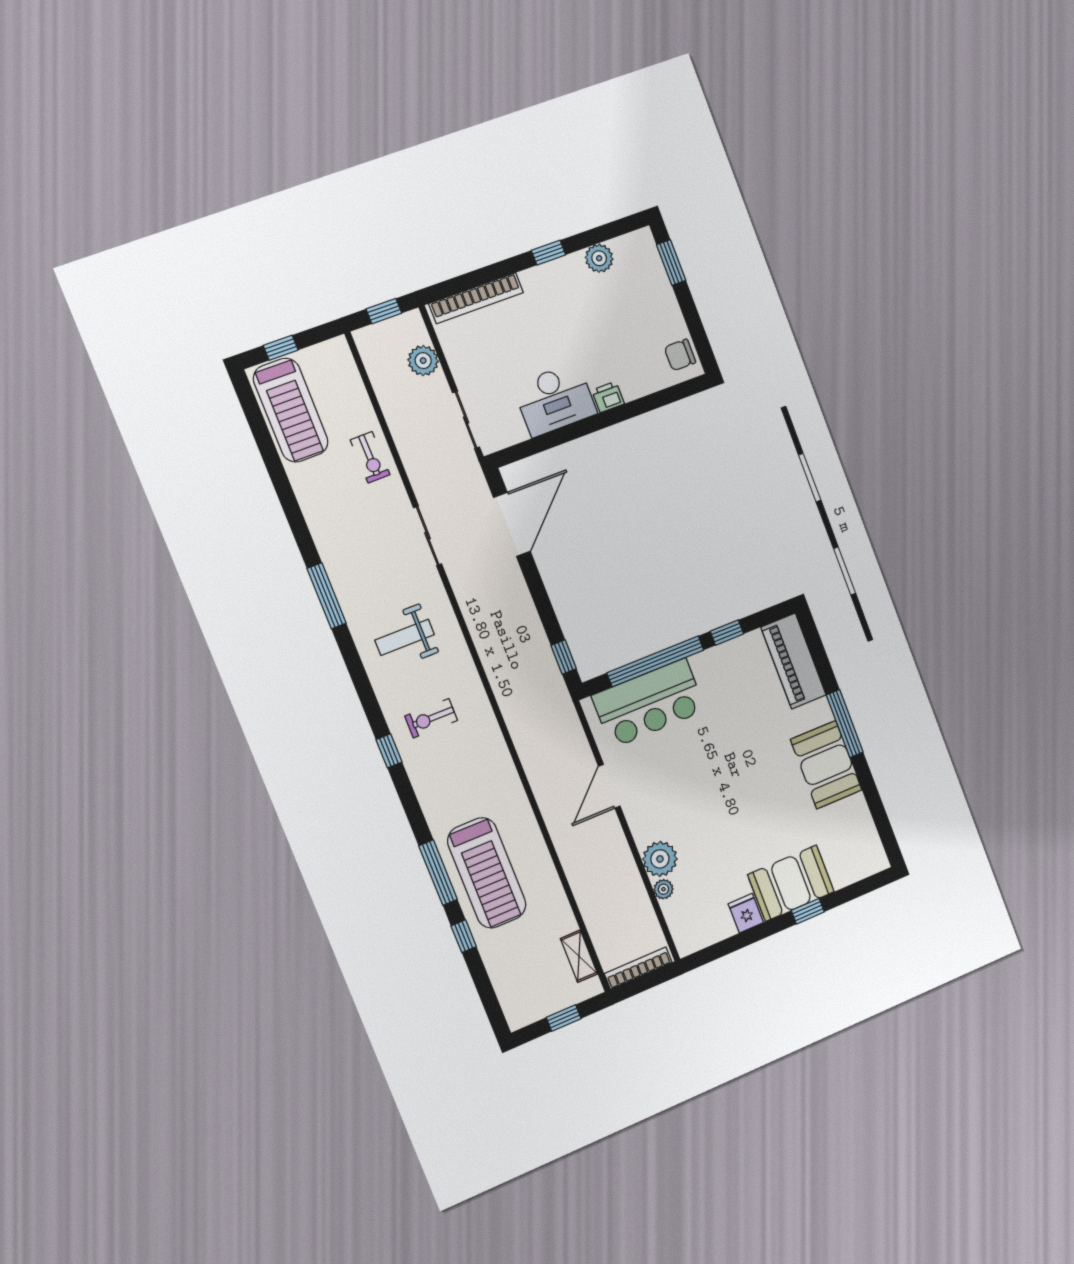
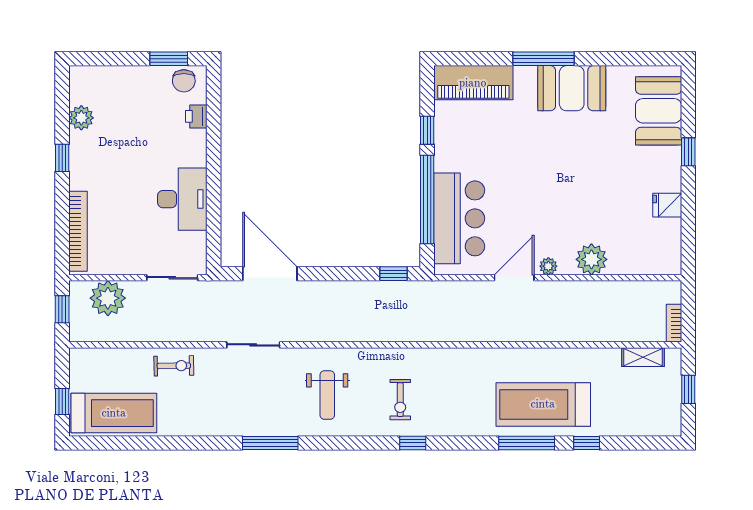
window: (671, 263) -> (169, 59), moved
plant: (423, 361) -> (108, 298), width x1.36, depth x1.36
printer: (608, 397) -> (196, 116), moved
door: (609, 786) -> (514, 278), swing flipped
treadmill: (487, 873) -> (543, 404), turned 180
booth: (791, 883) -> (659, 111), moved
plant: (663, 889) -> (548, 266), moved
bookcase: (638, 968) -> (674, 323), width x0.64

